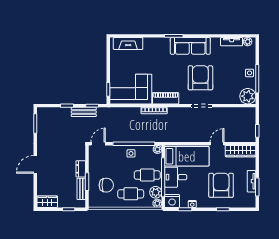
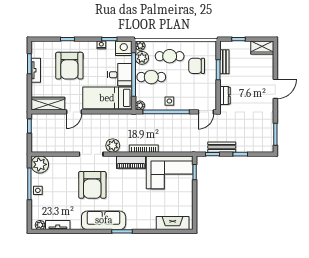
plant: (182, 113) -> (113, 145), added
dresser: (81, 169) -> (225, 96), moved

